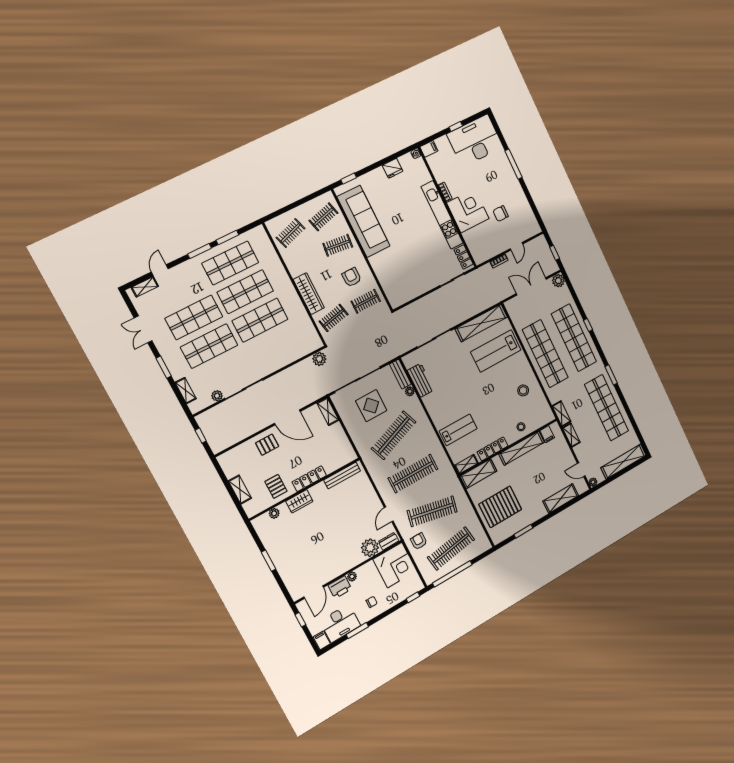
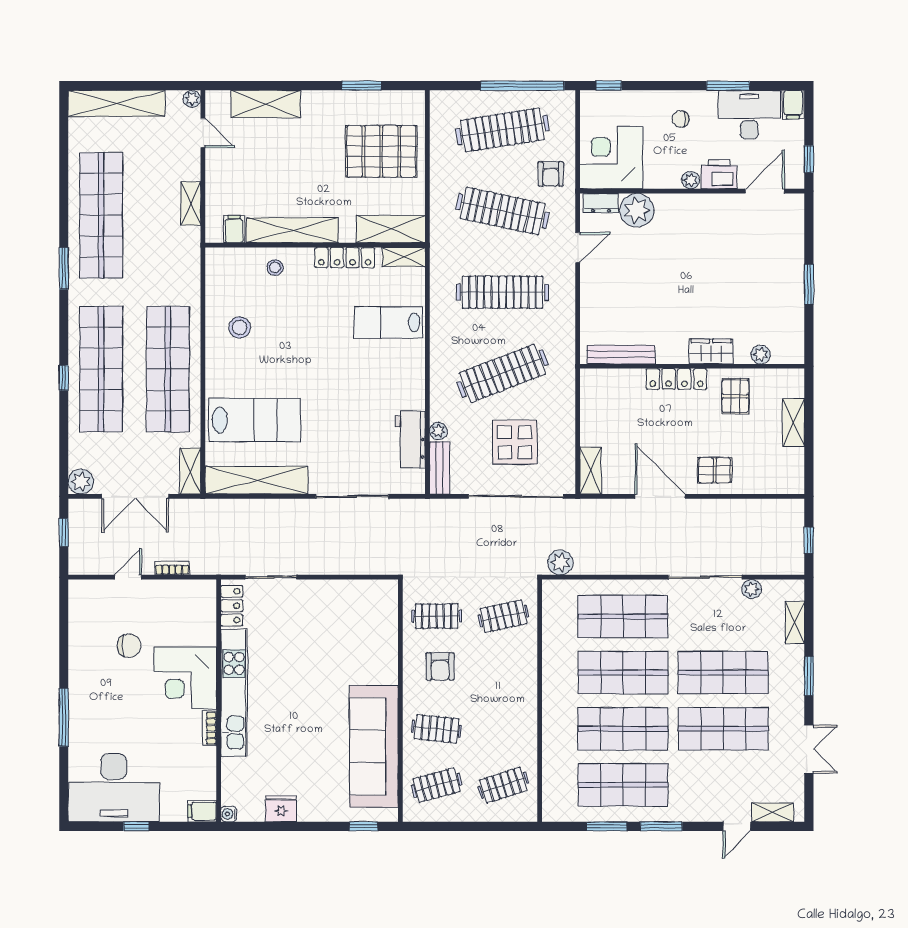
wardrobe: (309, 294) -> (524, 675), removed
shop shelf: (275, 348) -> (623, 616), added
shelving: (561, 414) -> (190, 471), moved

